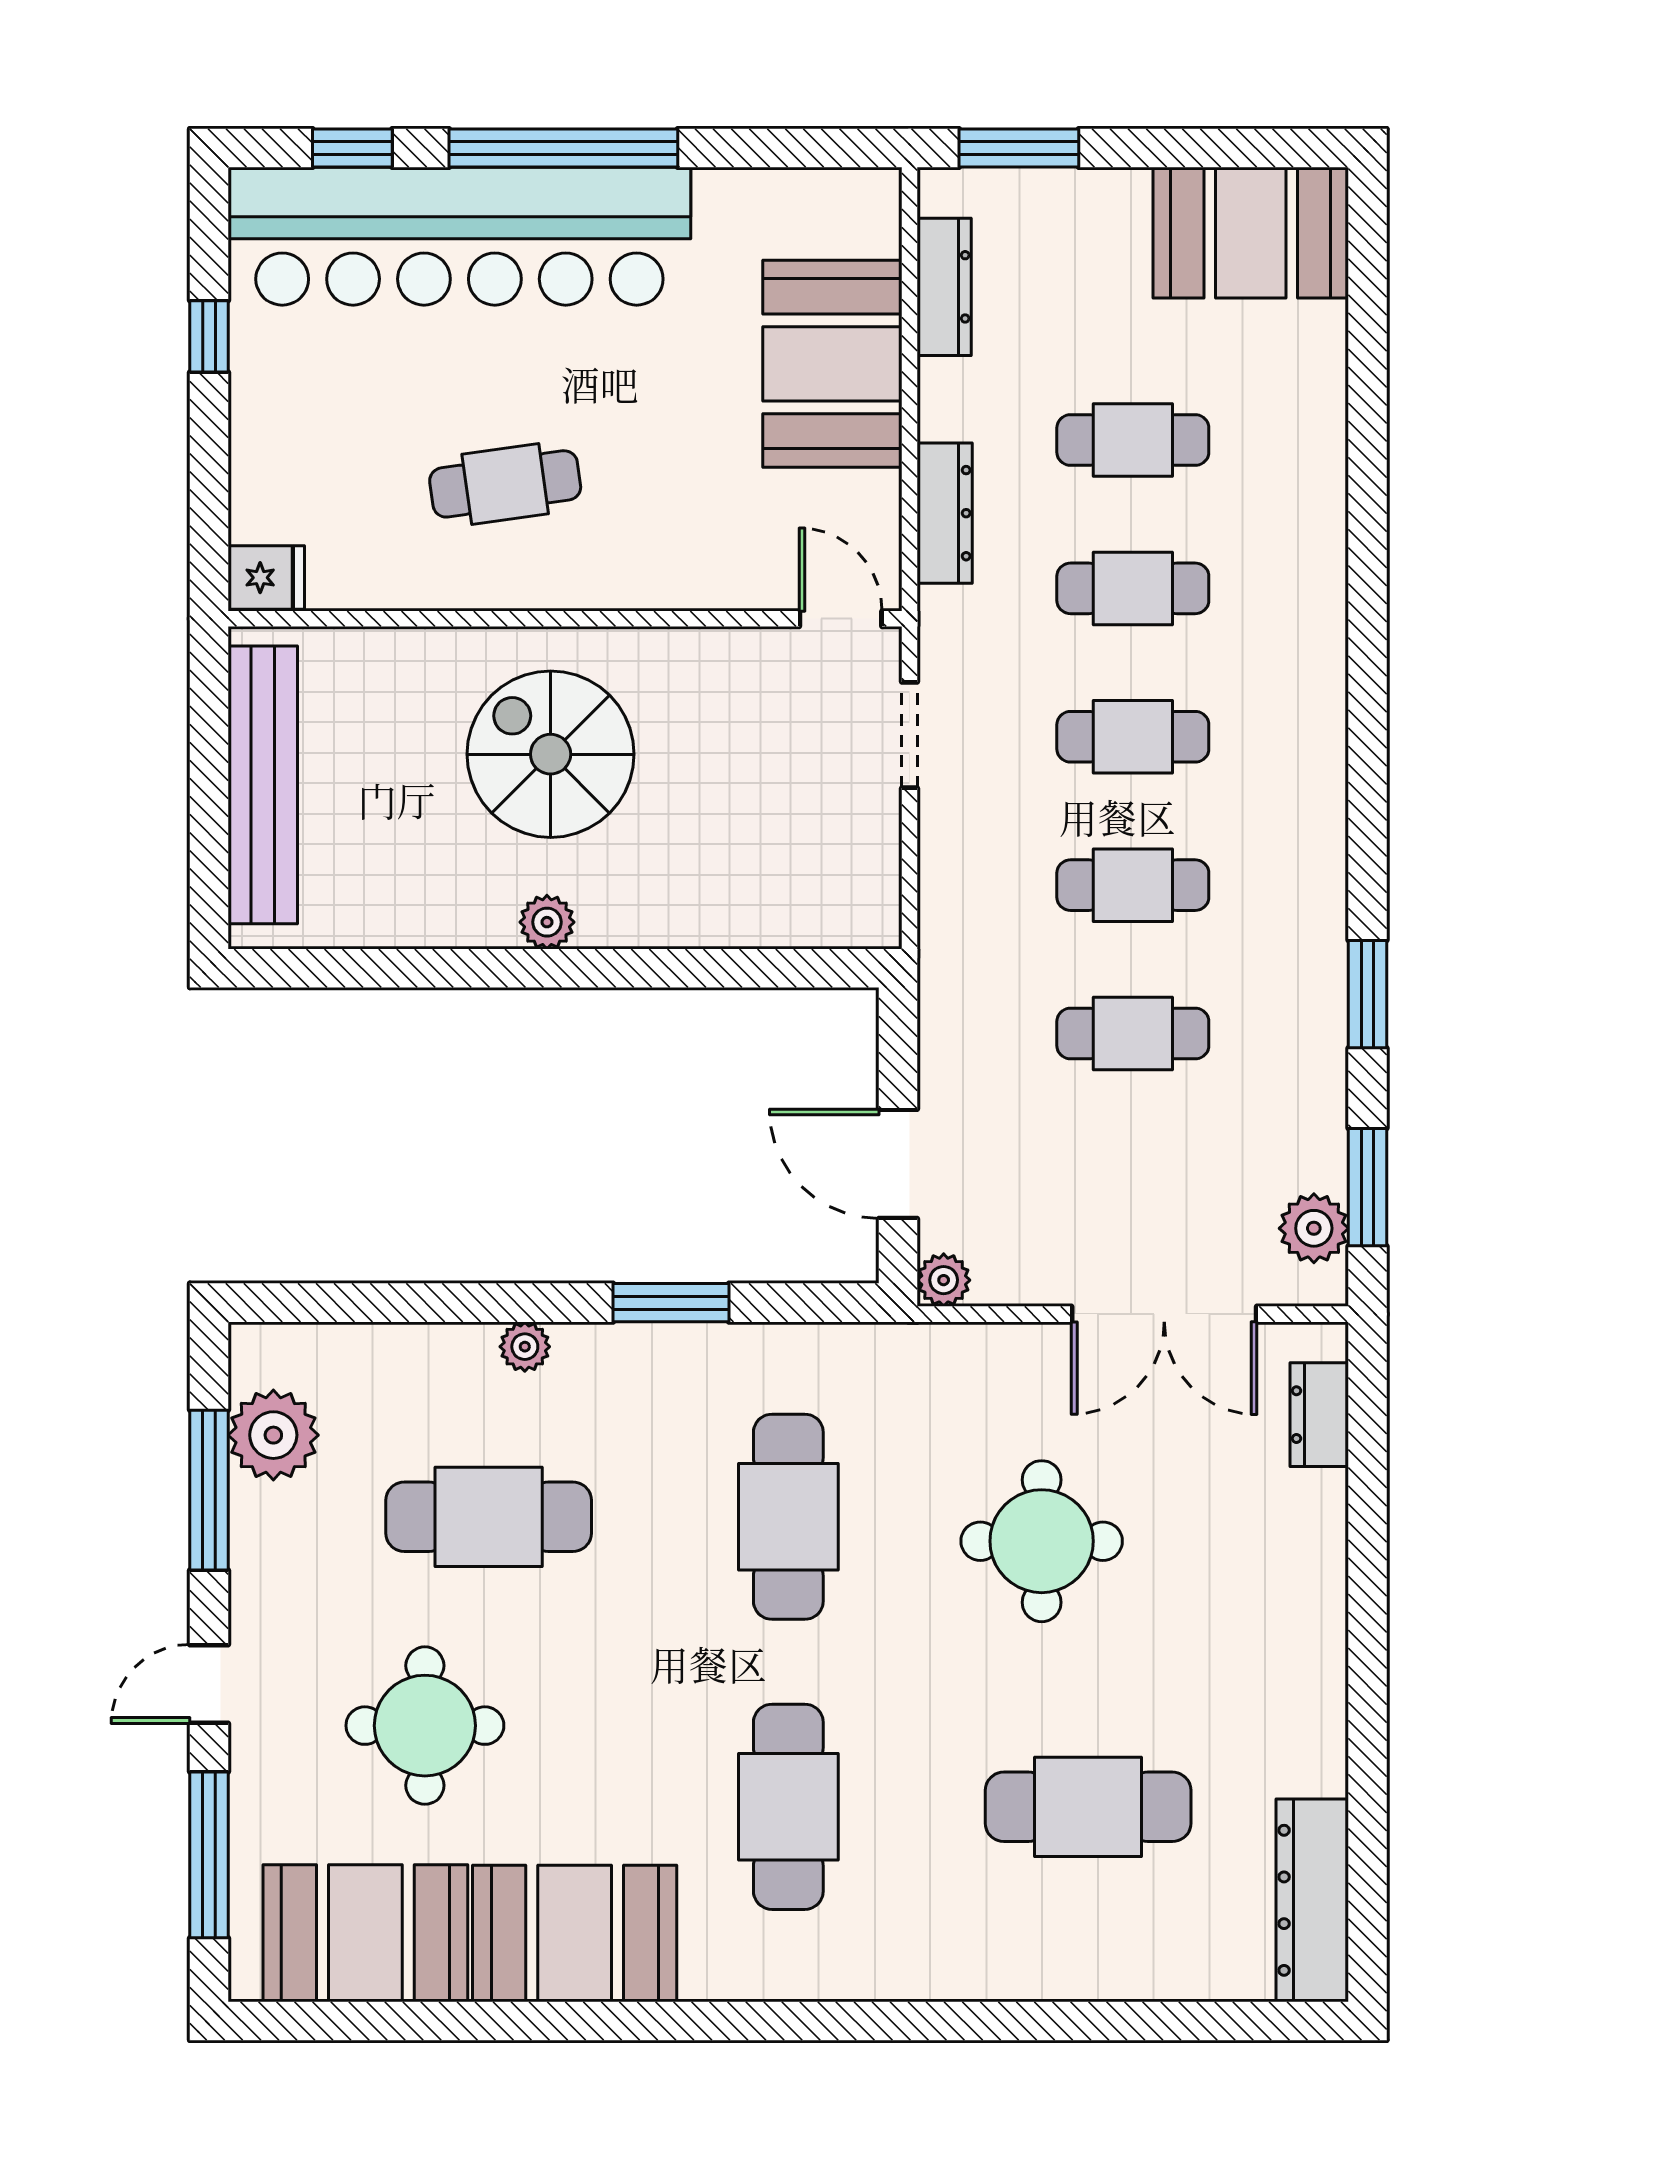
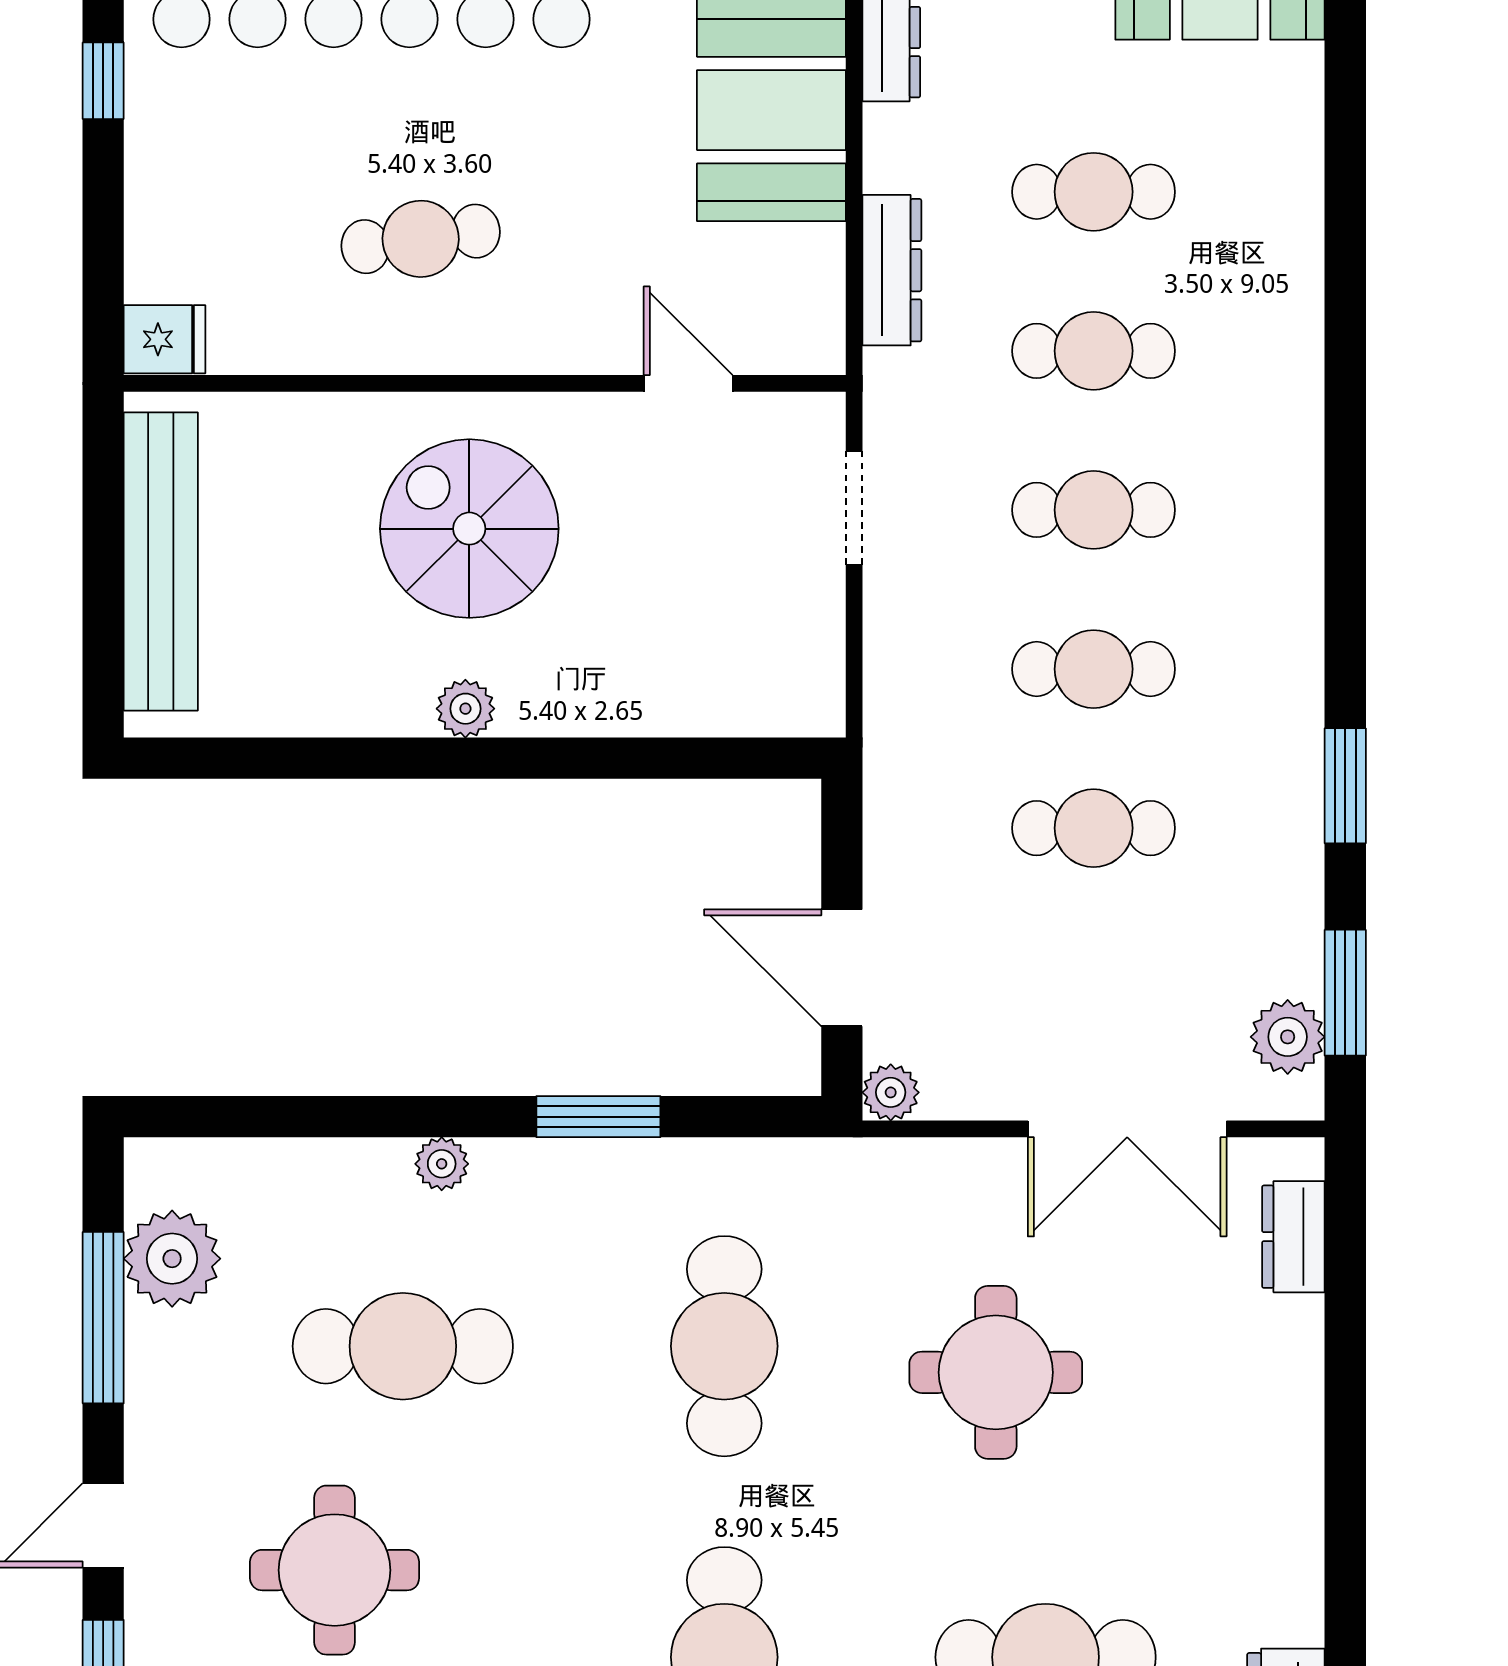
door: (841, 619) -> (688, 383), moved

